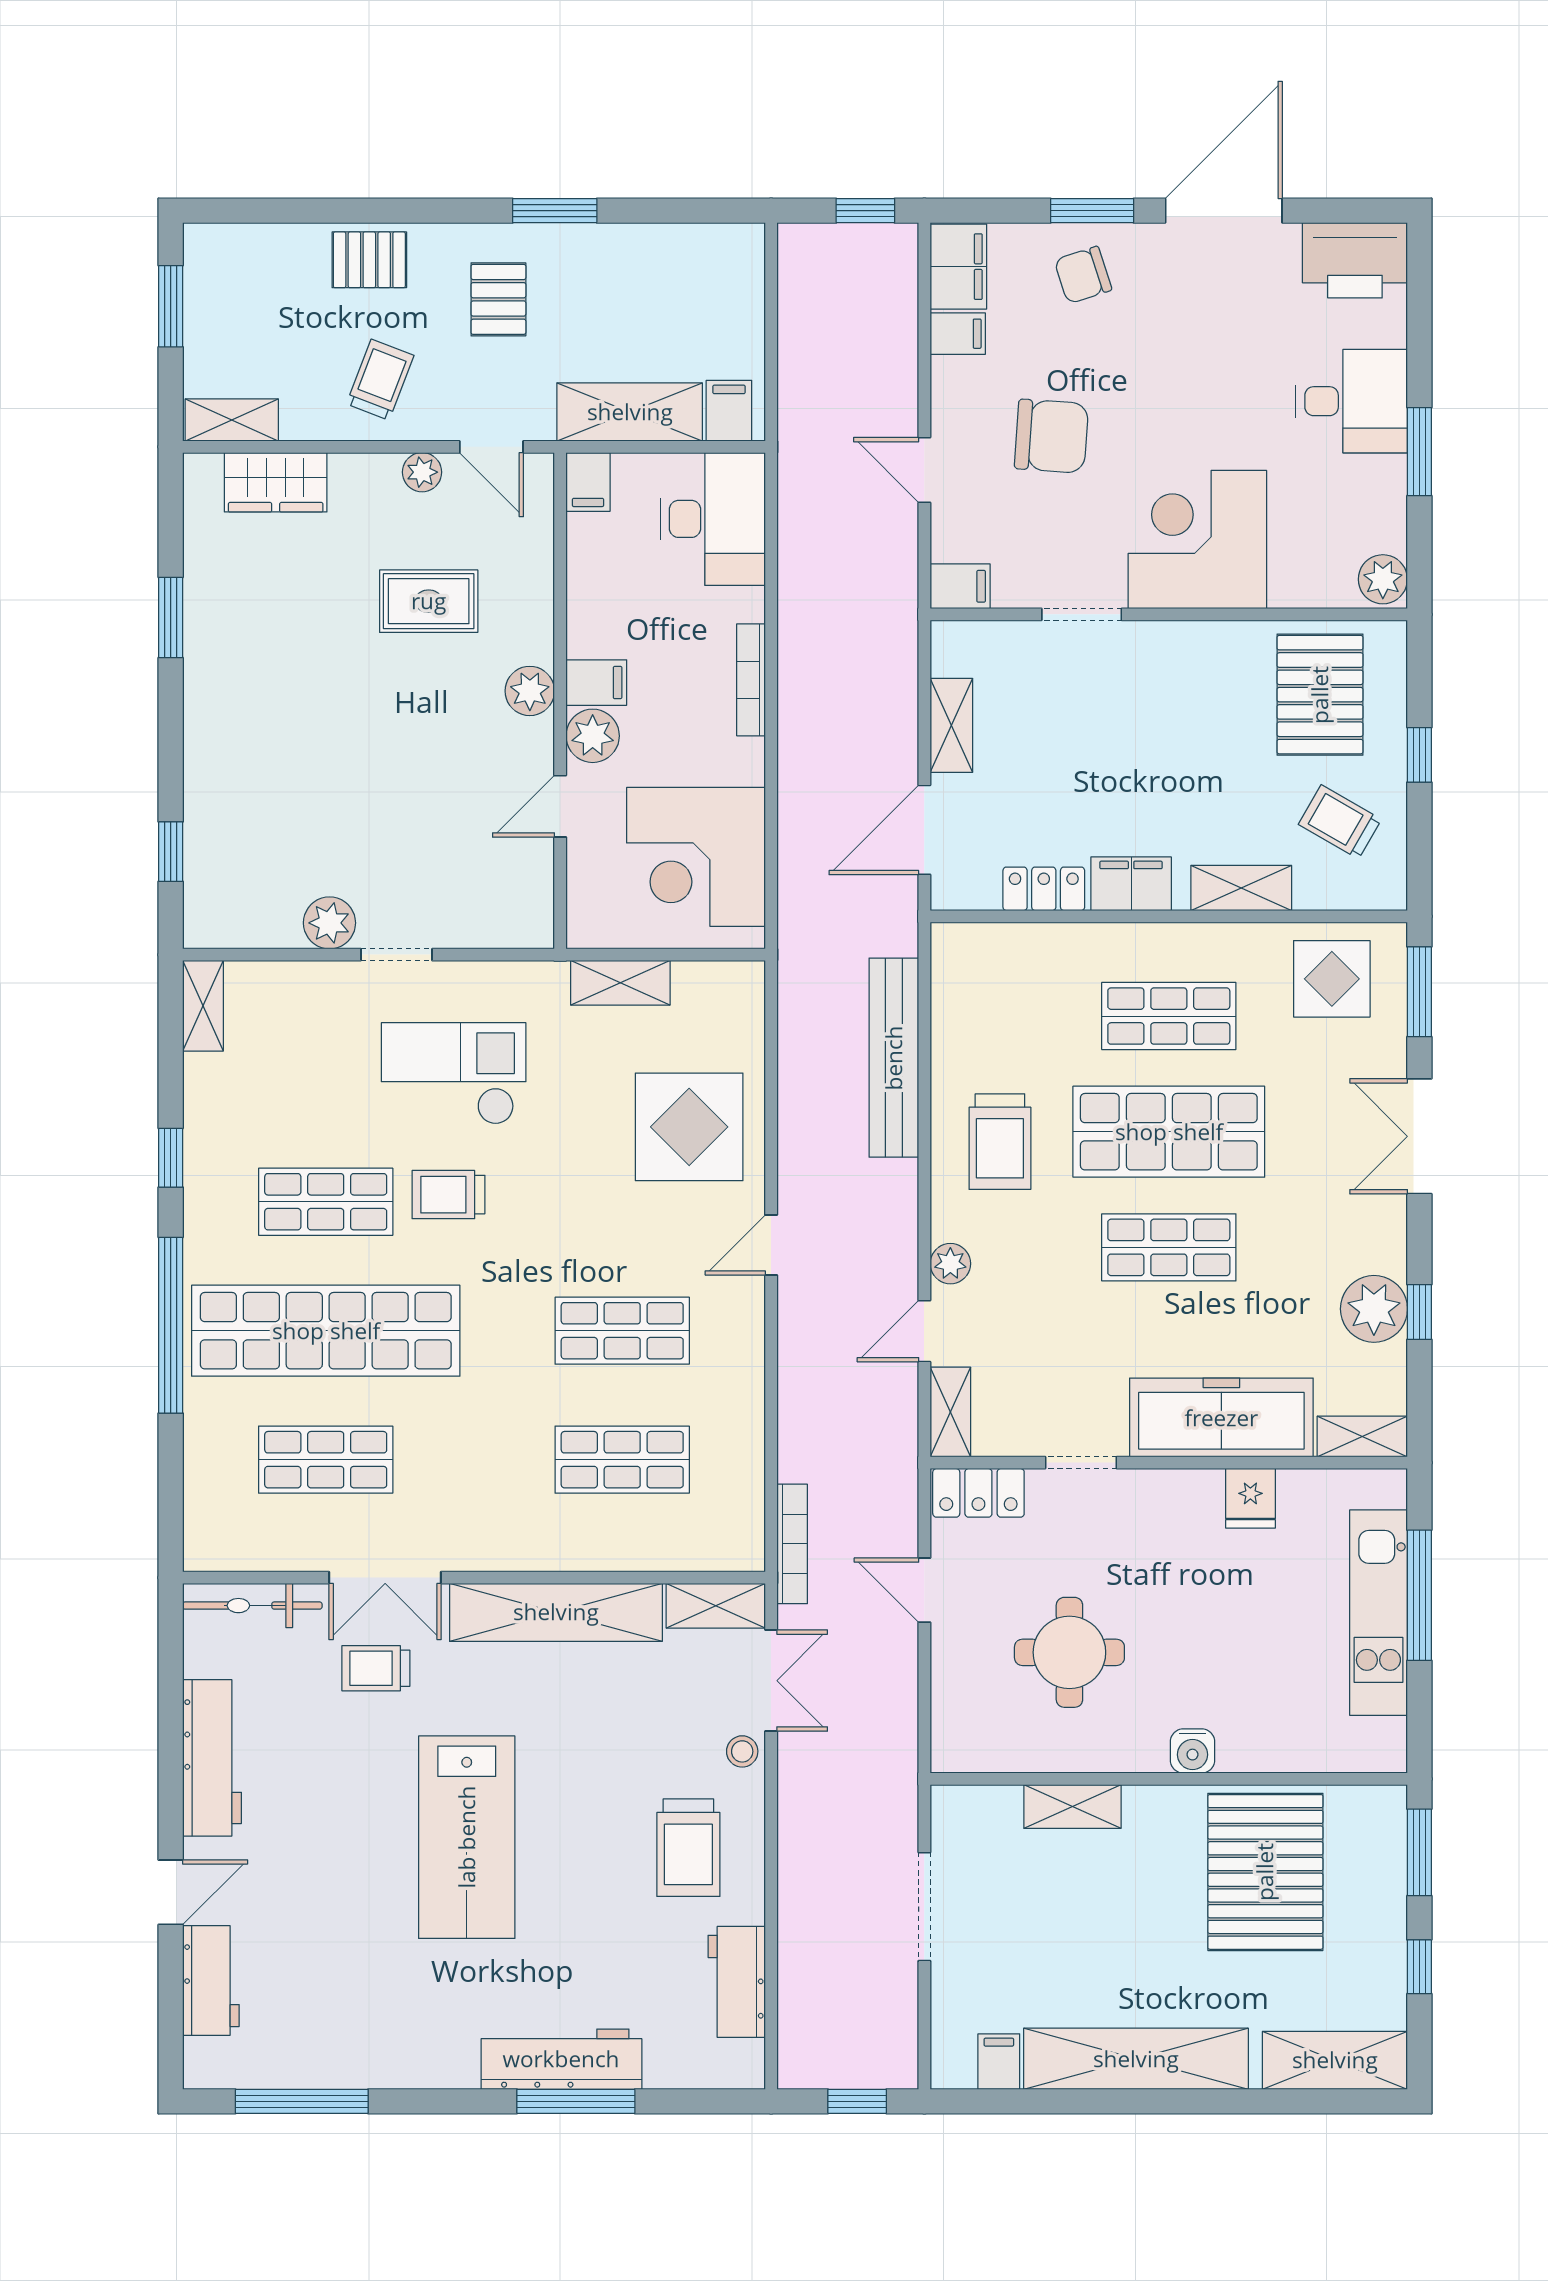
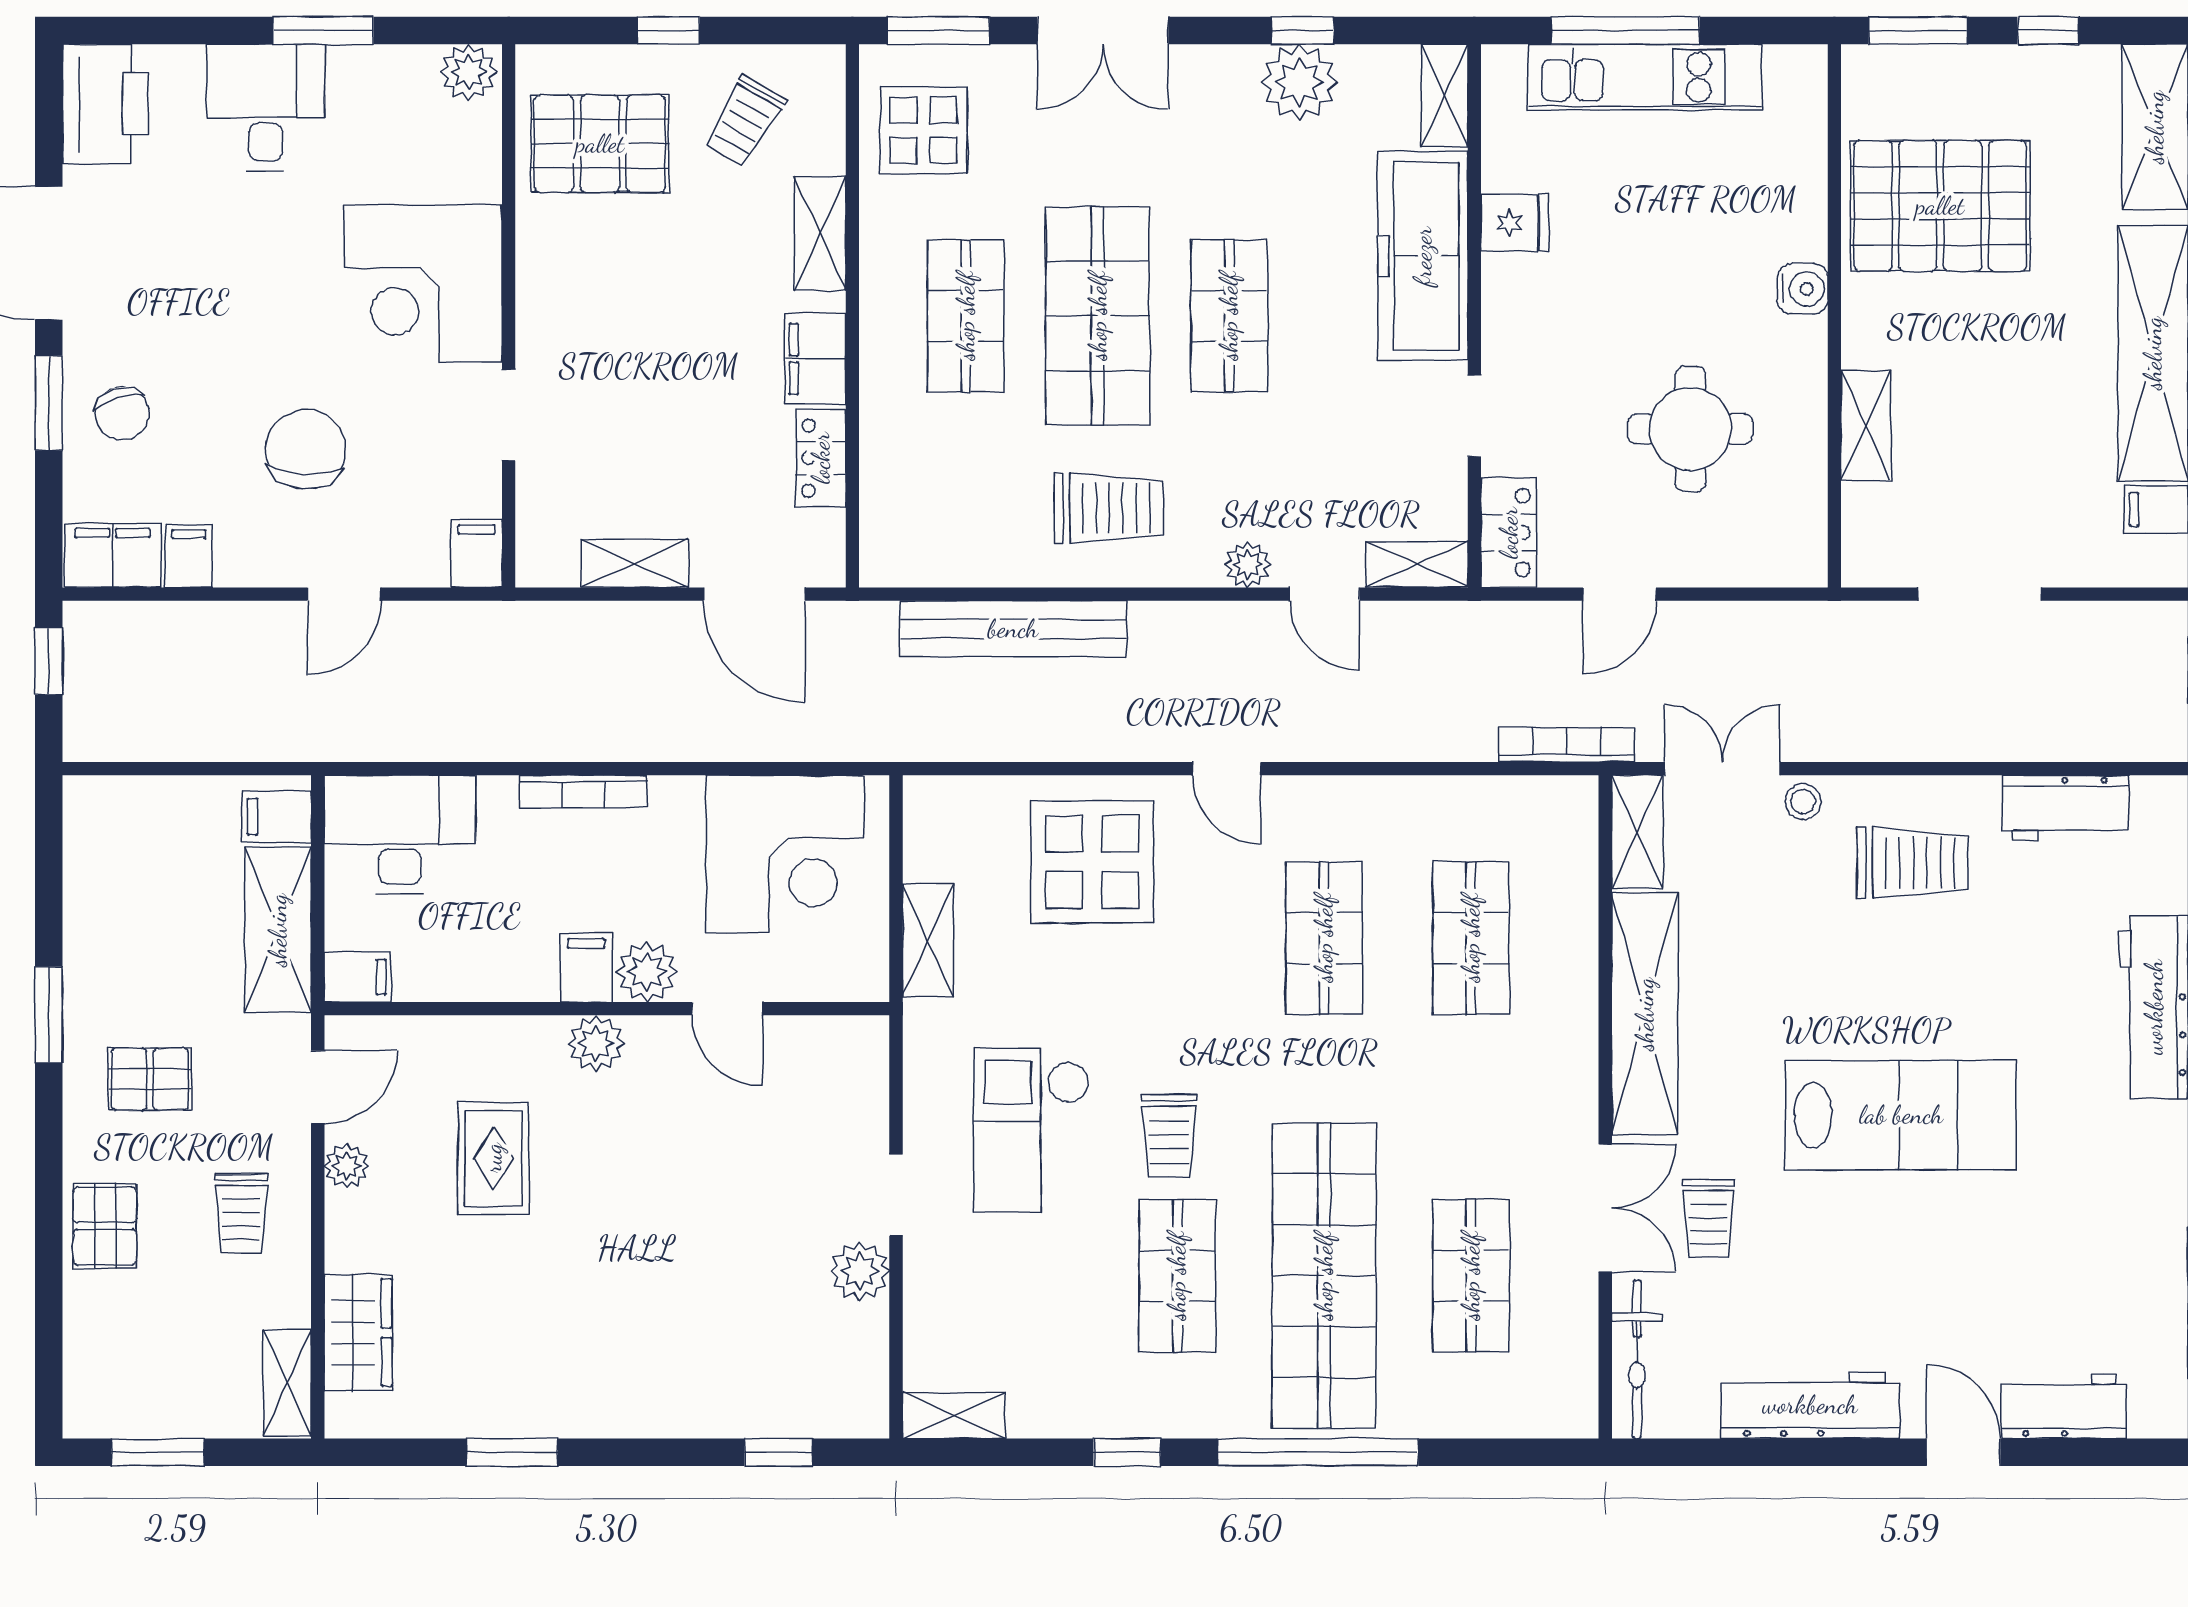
trolley: (380, 380) -> (241, 1214), turned -111

